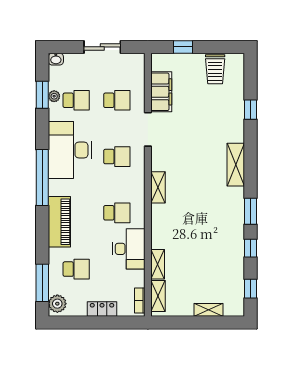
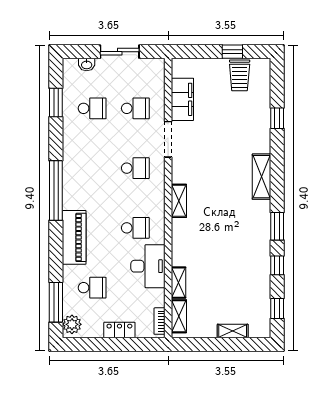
window: (183, 47) -> (232, 52), moved
washbasin: (56, 59) -> (87, 65), moved
plant: (54, 96) -> (69, 104), removed
desk: (70, 150) -> (85, 161), removed

